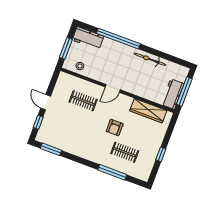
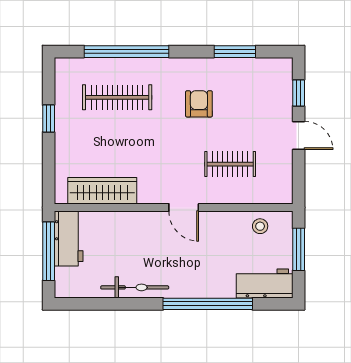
door: (113, 88) -> (184, 208), swing flipped
armchair: (115, 128) -> (199, 104), moved
window: (51, 149) -> (235, 52), moved
clothes rail: (125, 152) -> (117, 97), width x1.36
window: (112, 172) -> (126, 52), width x1.46

